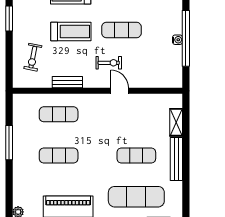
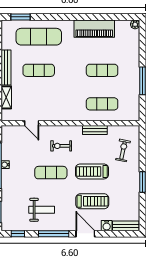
door: (120, 91) -> (32, 123), moved

